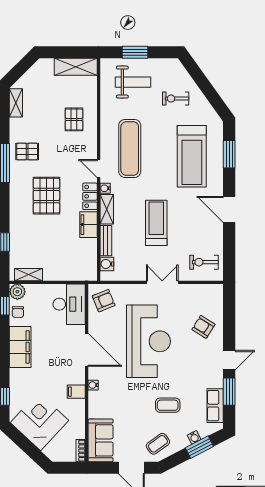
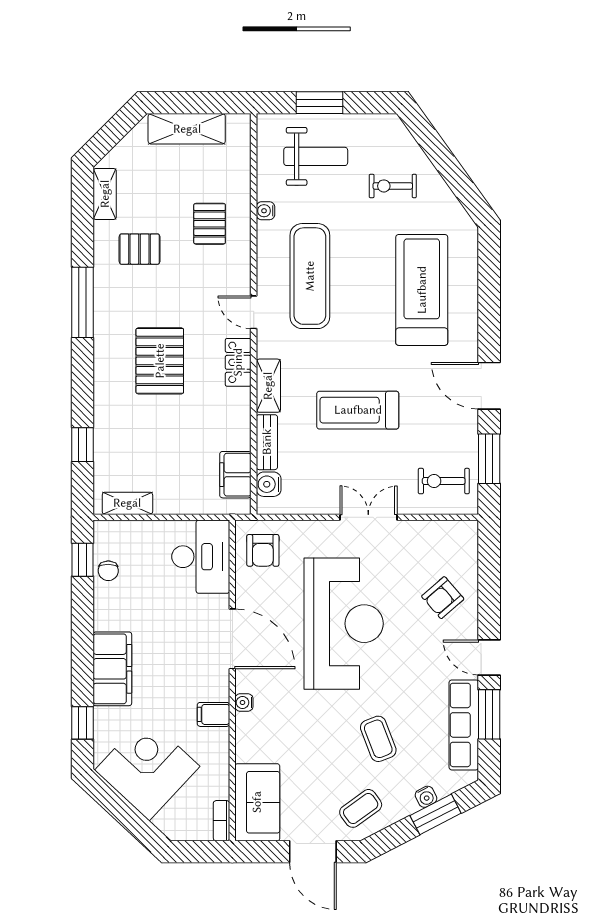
shelving: (76, 67) -> (187, 129), moved
pallet: (27, 152) -> (140, 249), moved
window: (229, 154) -> (489, 459), moved
treadmill: (192, 156) -> (422, 290), turned 180
water cooler: (105, 188) -> (265, 211), moved
treadmill: (156, 223) -> (358, 410), turned -90
filing cabinet: (88, 225) -> (235, 475), moved
plant: (17, 292) -> (107, 534), removed
armchair: (104, 301) -> (263, 550), turned 112
armchair: (203, 327) -> (443, 598), turned -73
filing cabinet: (20, 347) -> (112, 669), moved
door: (229, 360) -> (489, 658), swing flipped
coffee table: (168, 405) -> (378, 739), turned 69
row of seats: (215, 406) -> (464, 725), width x1.48

